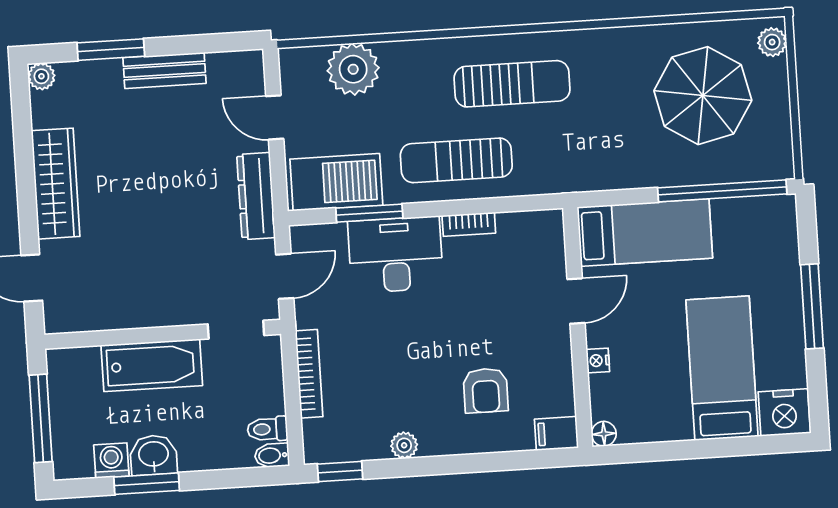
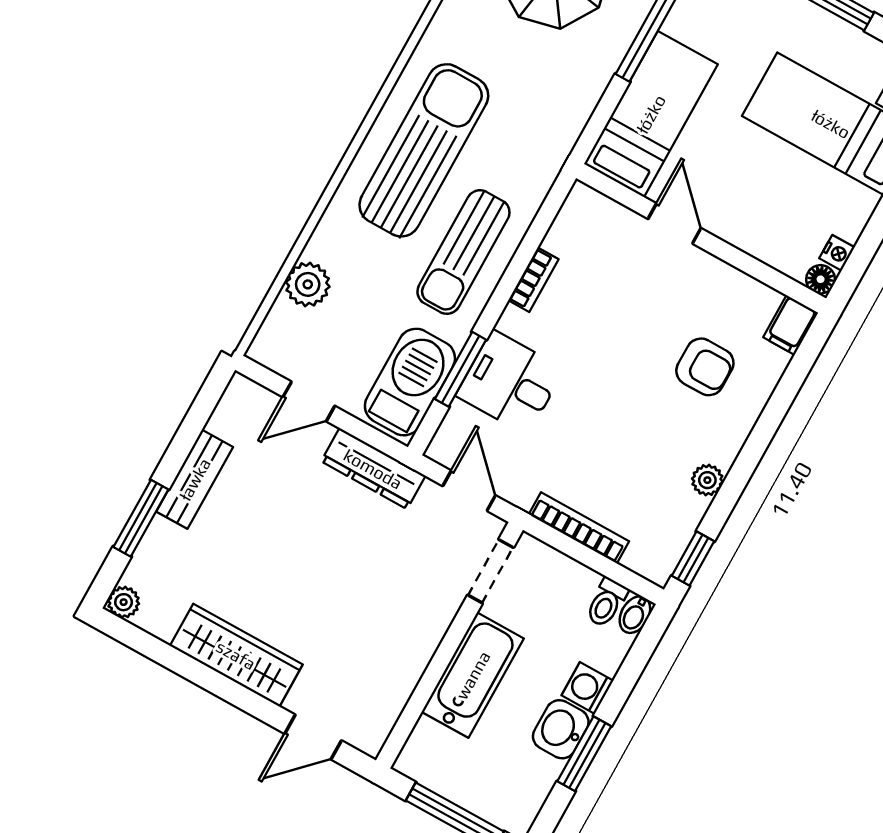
plant: (353, 69) -> (308, 284), width x0.73, depth x0.73
sun lounger: (512, 84) -> (424, 150), width x1.36, depth x1.34
desk: (396, 255) -> (510, 382), width x0.73
nightstand: (598, 361) -> (837, 253), moved, turned -90
washing machine: (111, 460) -> (587, 688), moved

